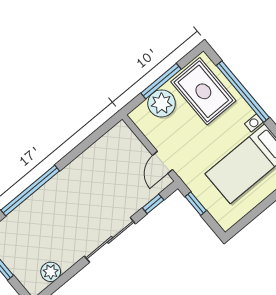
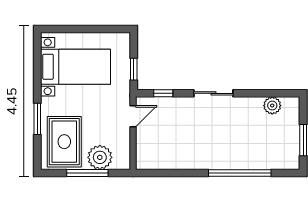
window: (243, 92) -> (37, 119), width x0.47
sliding door: (110, 240) -> (213, 93), width x0.73

